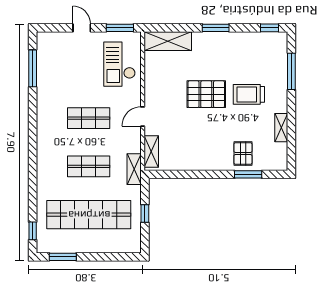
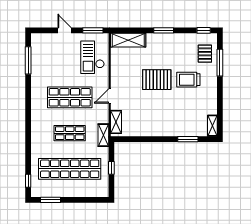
shop shelf: (89, 118) -> (70, 97), width x1.43, depth x1.36
shelving: (281, 128) -> (212, 126), moved
pallet: (243, 154) -> (205, 54), moved

